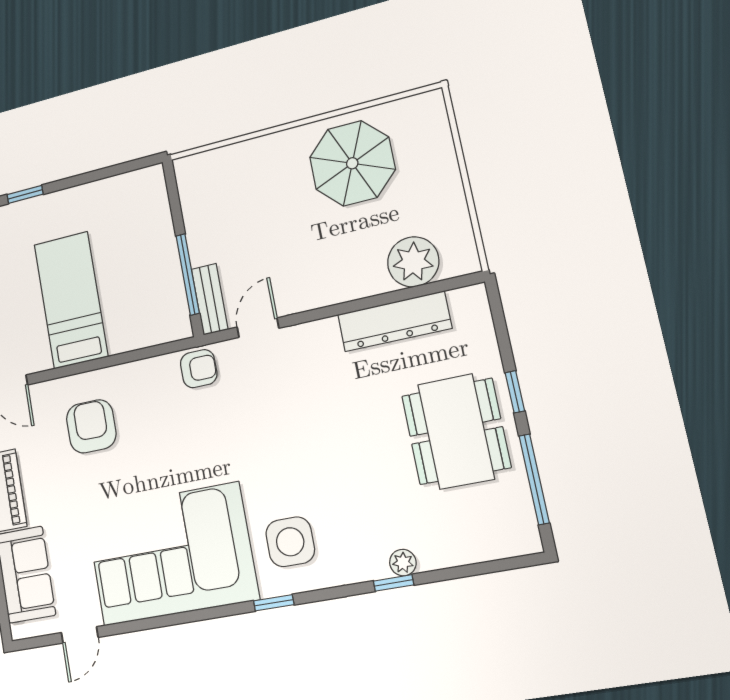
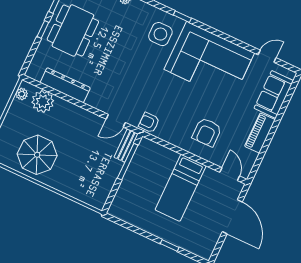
plant: (463, 245) -> (22, 94), added

